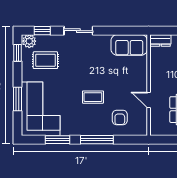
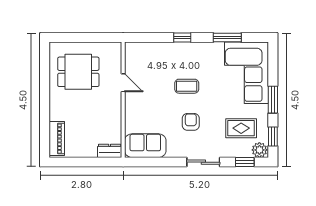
window: (18, 99) -> (273, 100), moved
armchair: (120, 118) -> (191, 122), moved
window: (97, 140) -> (182, 37), width x0.46

